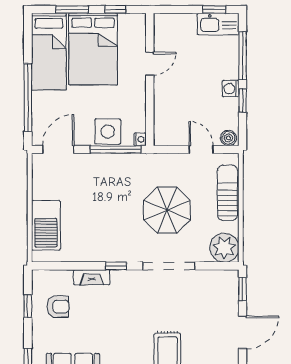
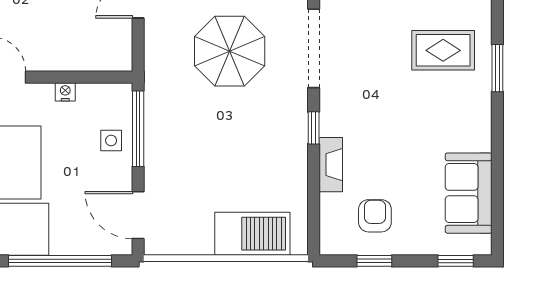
side table: (108, 132) -> (111, 141), width x0.54, depth x0.54
nightstand: (140, 139) -> (65, 92), moved

